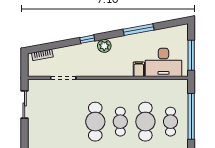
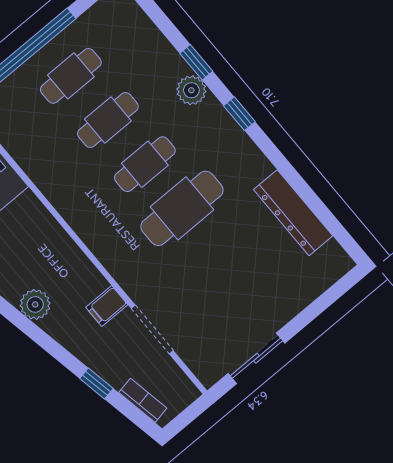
window: (87, 39) -> (96, 383), moved
filing cabinet: (139, 69) -> (107, 306), moved
cafe table: (145, 122) -> (108, 120), width x0.73, depth x0.74

